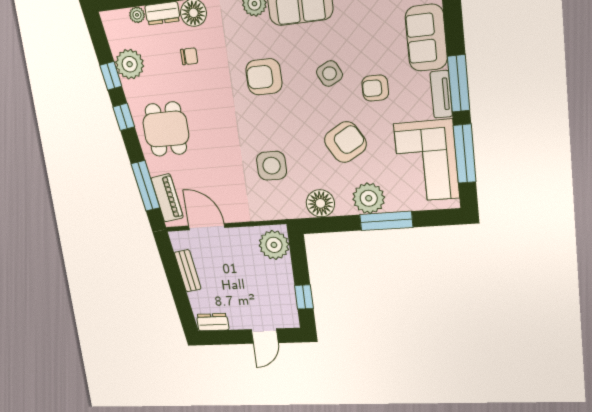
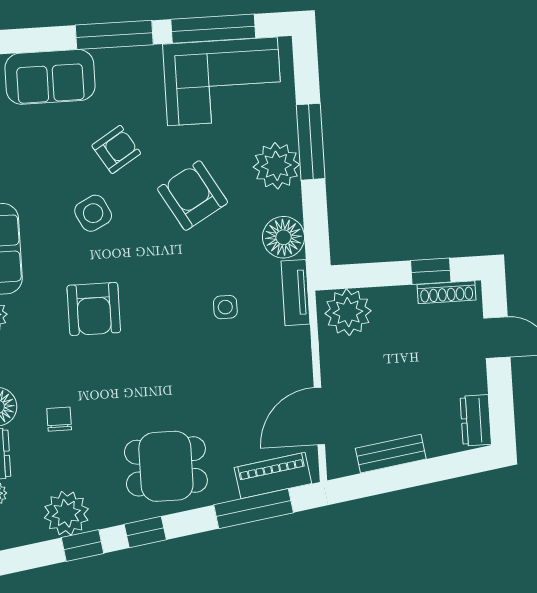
armchair: (375, 88) -> (116, 149), turned -122
tv unit: (441, 94) -> (296, 293), moved, turned 90
side table: (272, 166) -> (225, 307), width x0.54, depth x0.54
shoe rack: (291, 306) -> (447, 292), added

